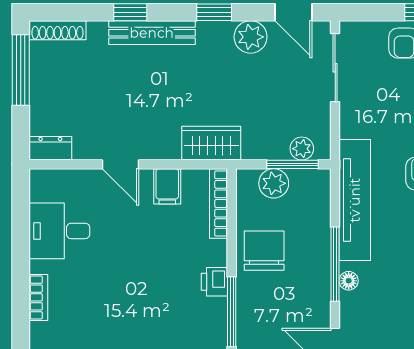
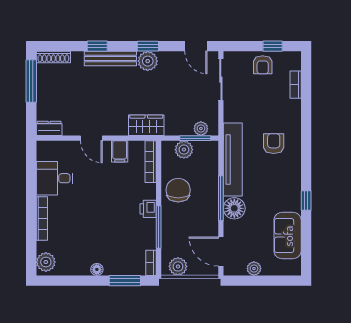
plant: (251, 37) -> (148, 61), moved
floor lamp: (349, 281) -> (234, 208), width x1.89, depth x1.89
bookcase: (38, 297) -> (42, 218), width x1.56

